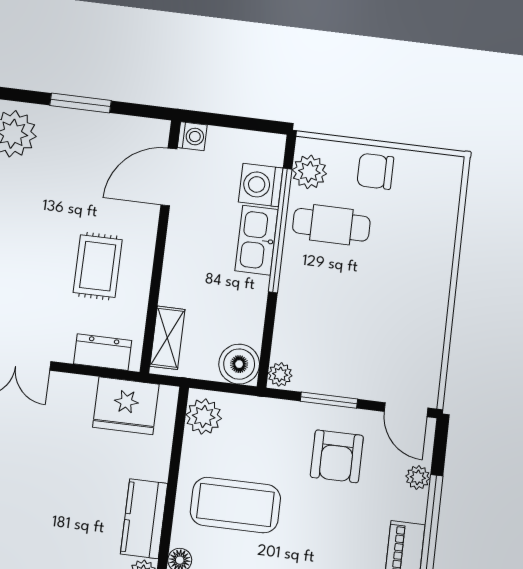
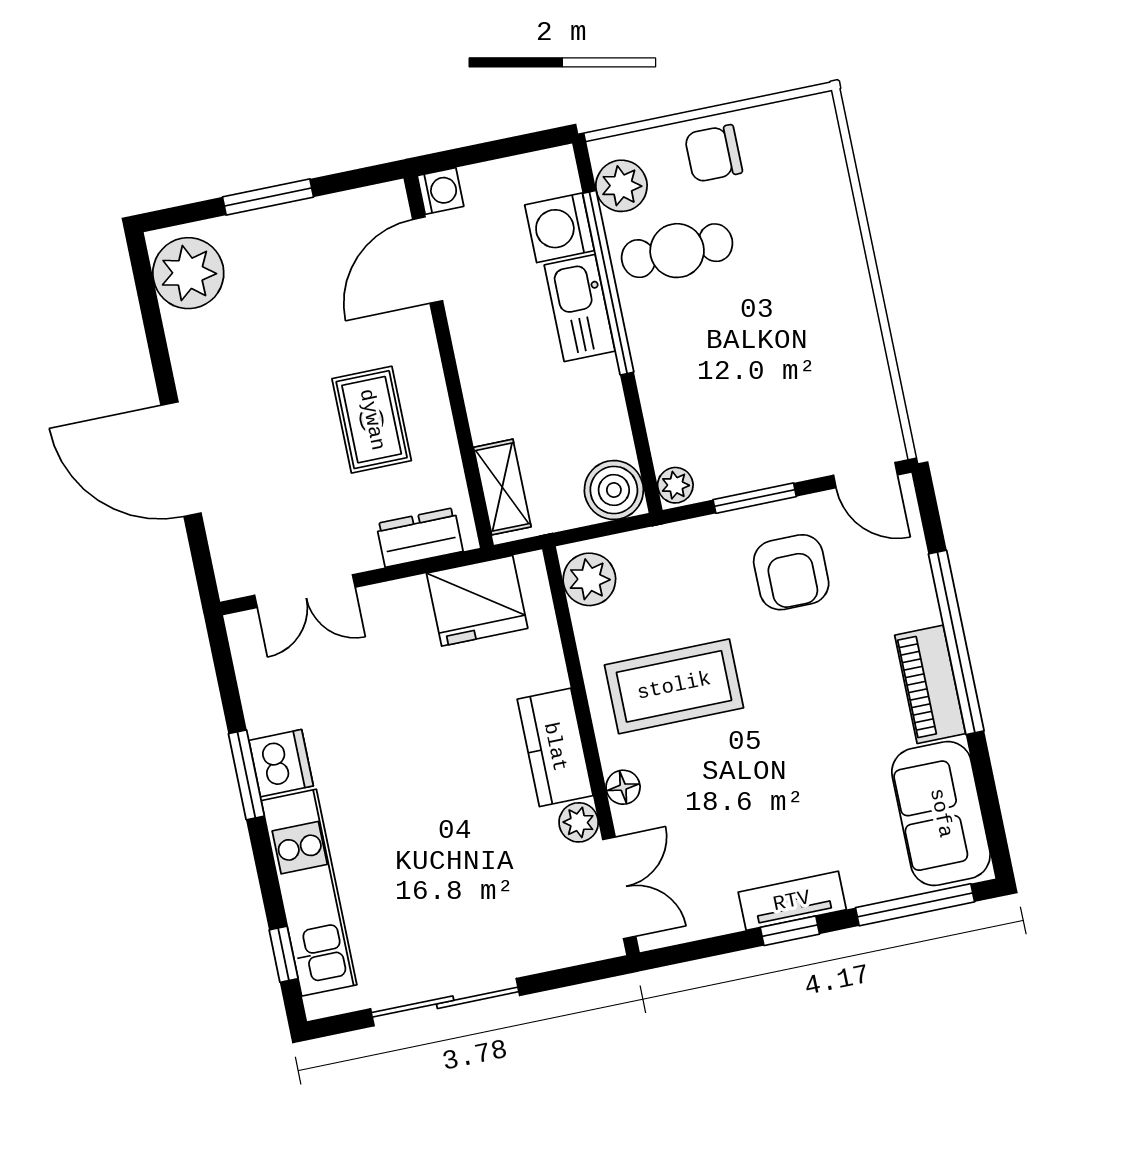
plant: (418, 477) -> (912, 564), removed

